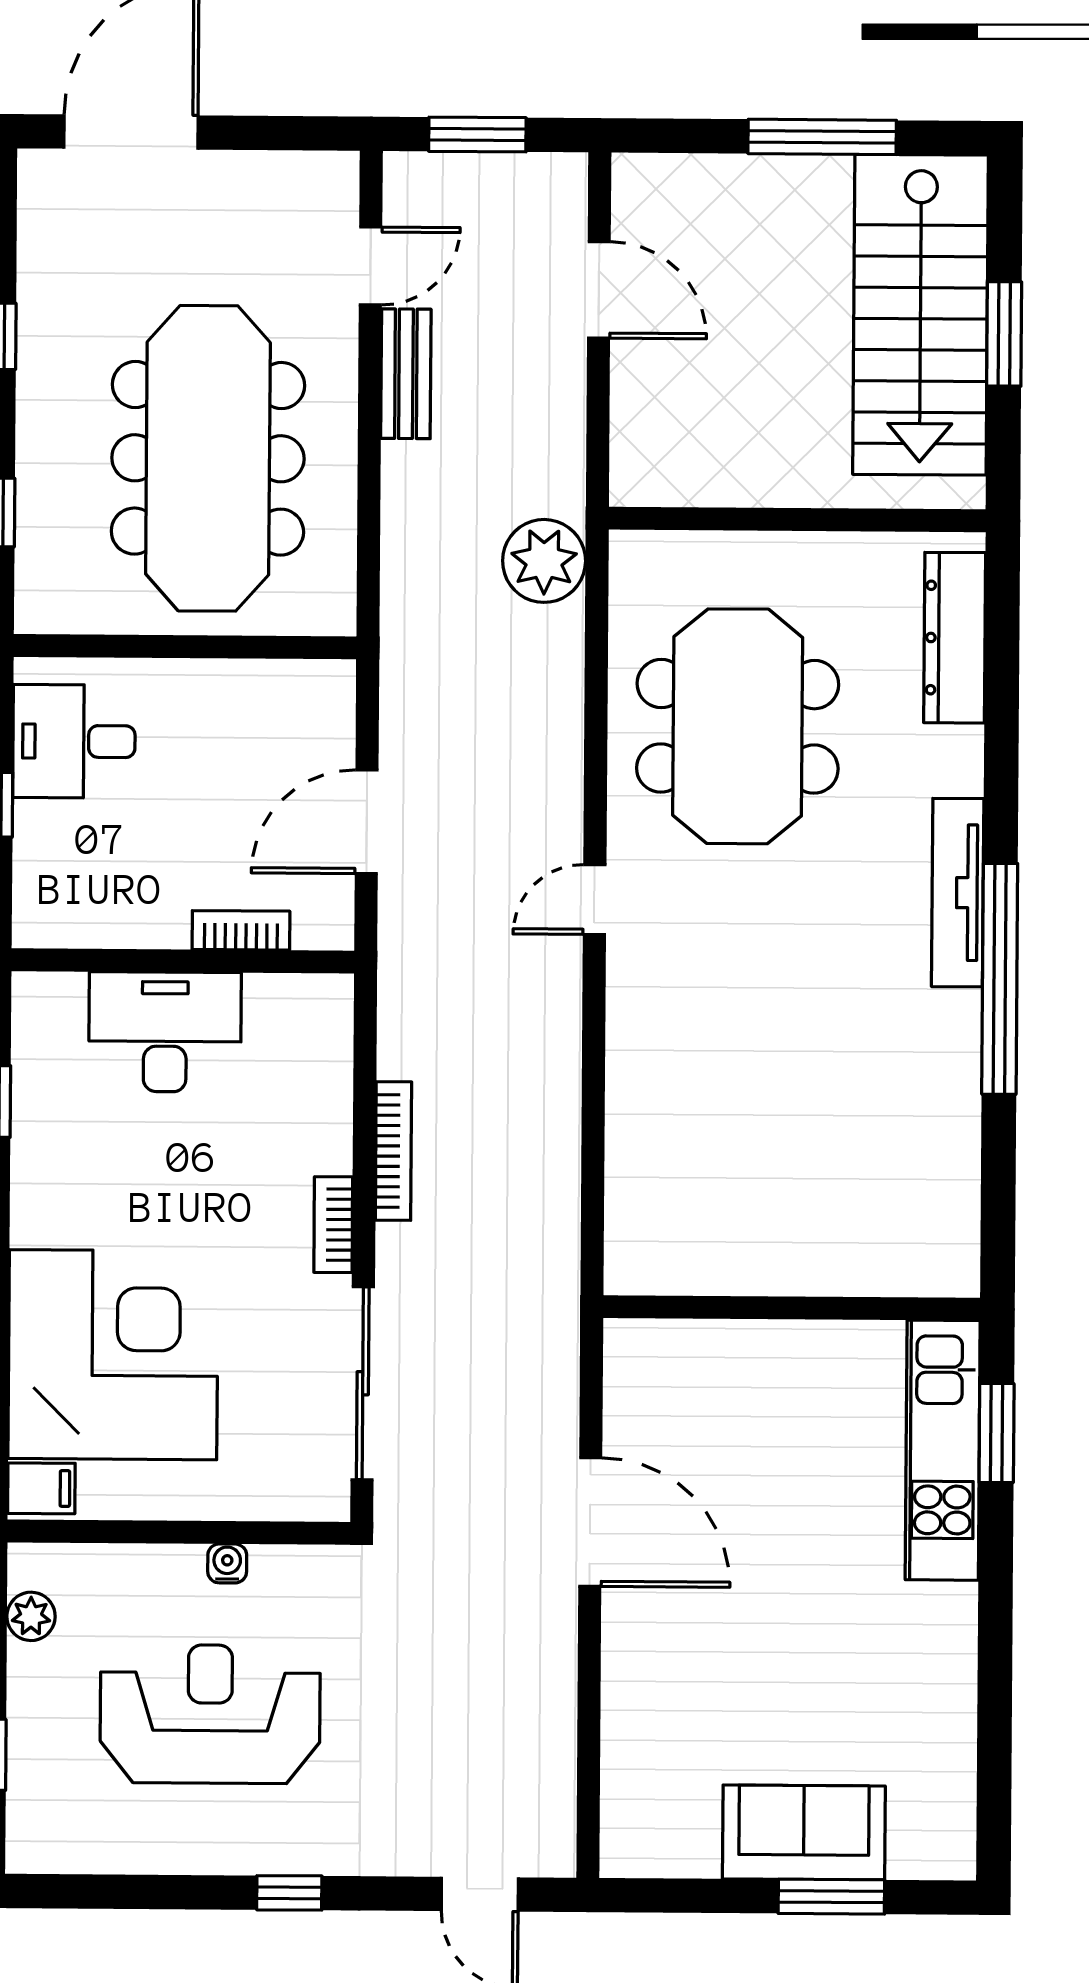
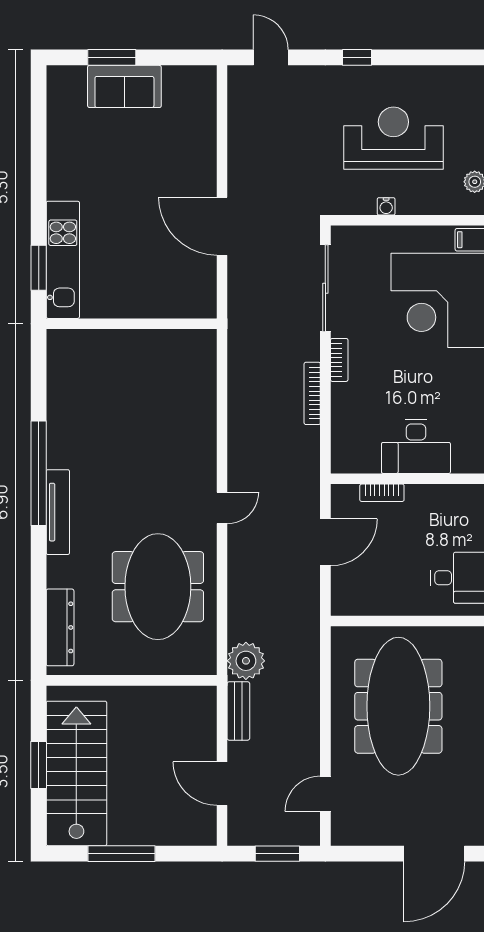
bench: (406, 374) -> (238, 711), moved
reception desk: (210, 1714) -> (393, 138), turned 180

